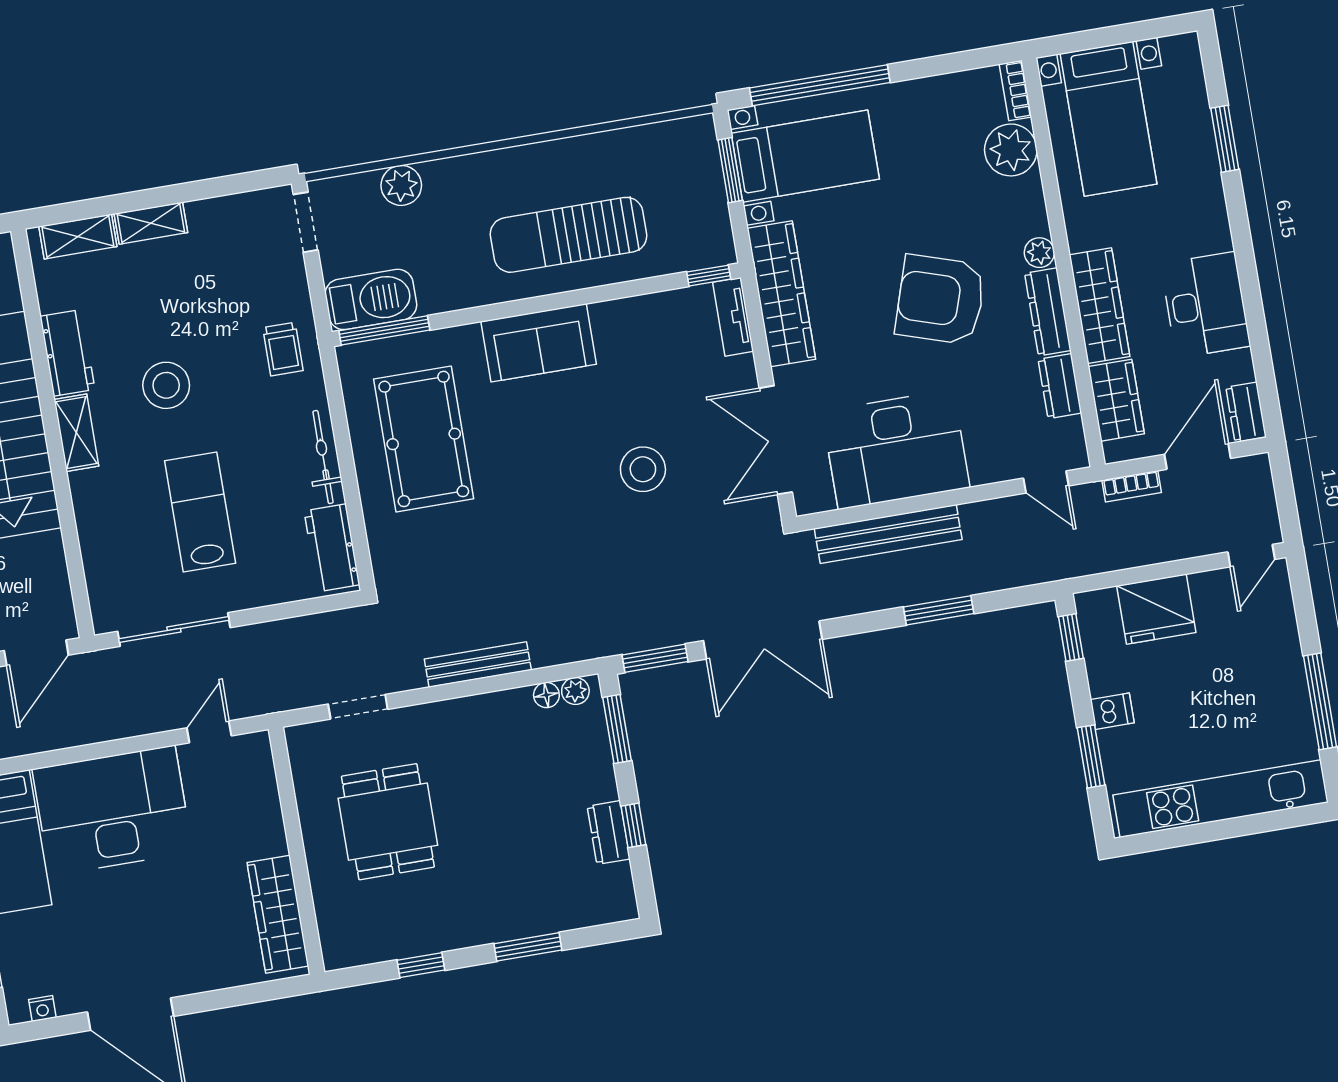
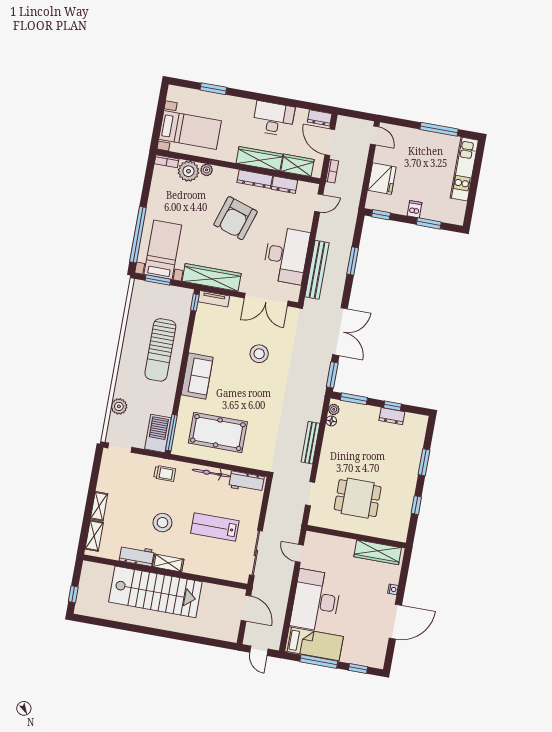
plant: (1039, 253) -> (207, 170), moved
kitchen unit: (1220, 799) -> (464, 169), width x0.73
nightstand: (42, 1009) -> (393, 589), moved

